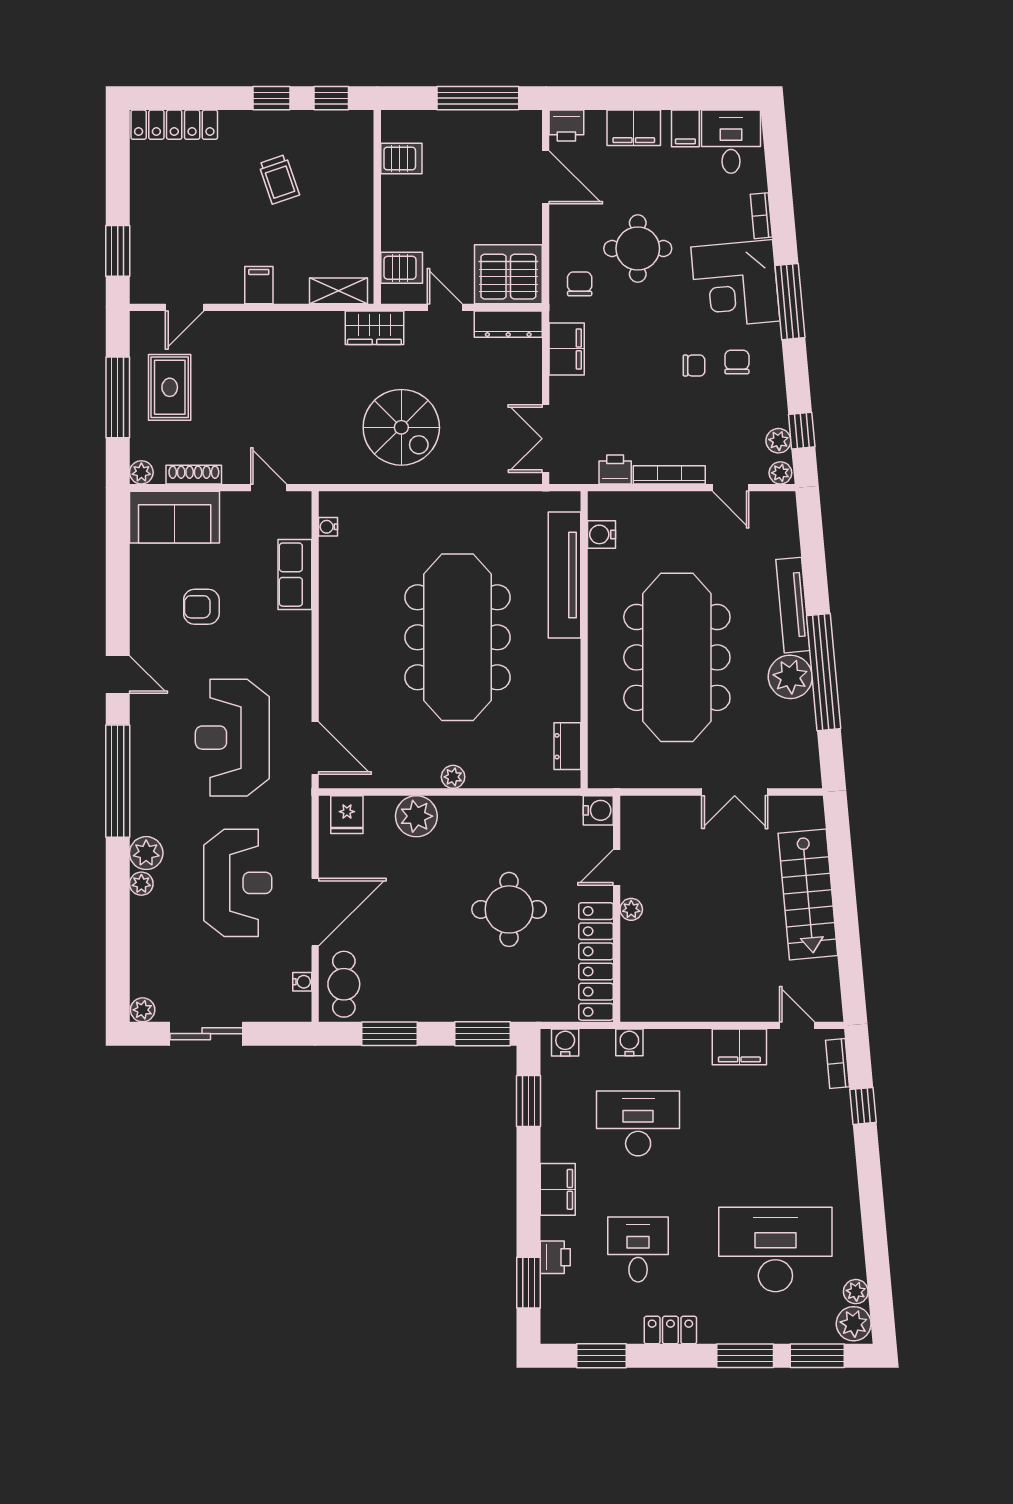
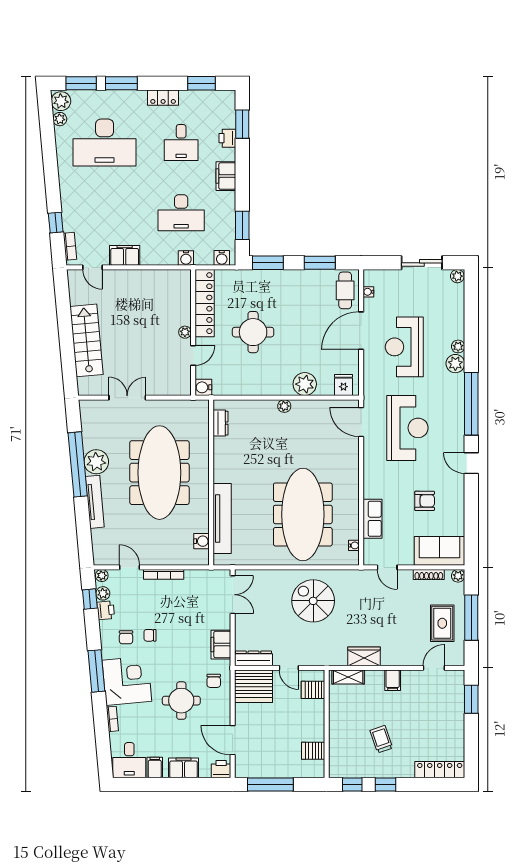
wardrobe: (374, 328) -> (364, 656), moved
printer: (615, 469) -> (106, 610), moved, turned -95
meeting table: (457, 637) -> (303, 514), moved

